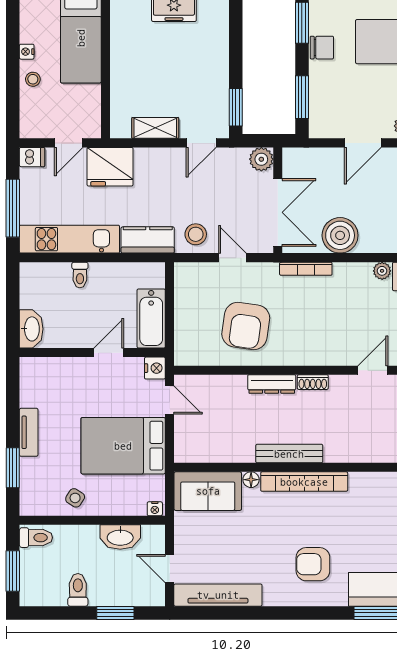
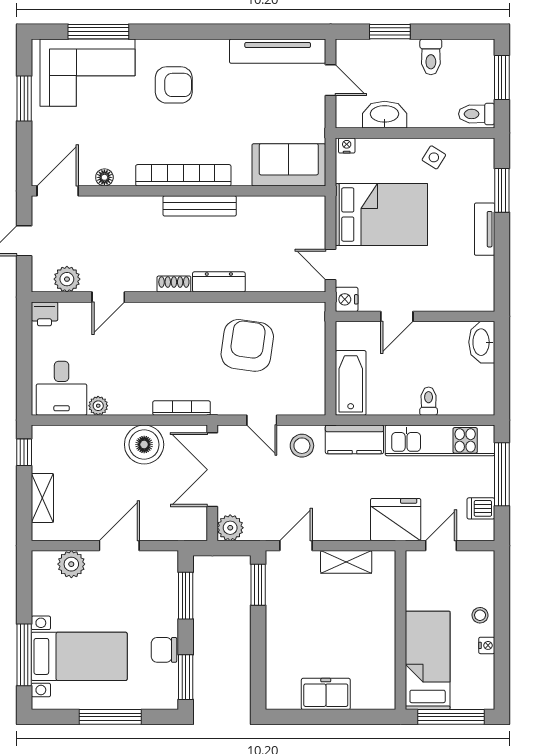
dishwasher: (32, 157) -> (481, 508), moved
bathtub: (151, 318) -> (351, 383), moved
floor lamp: (251, 480) -> (104, 177), moved

